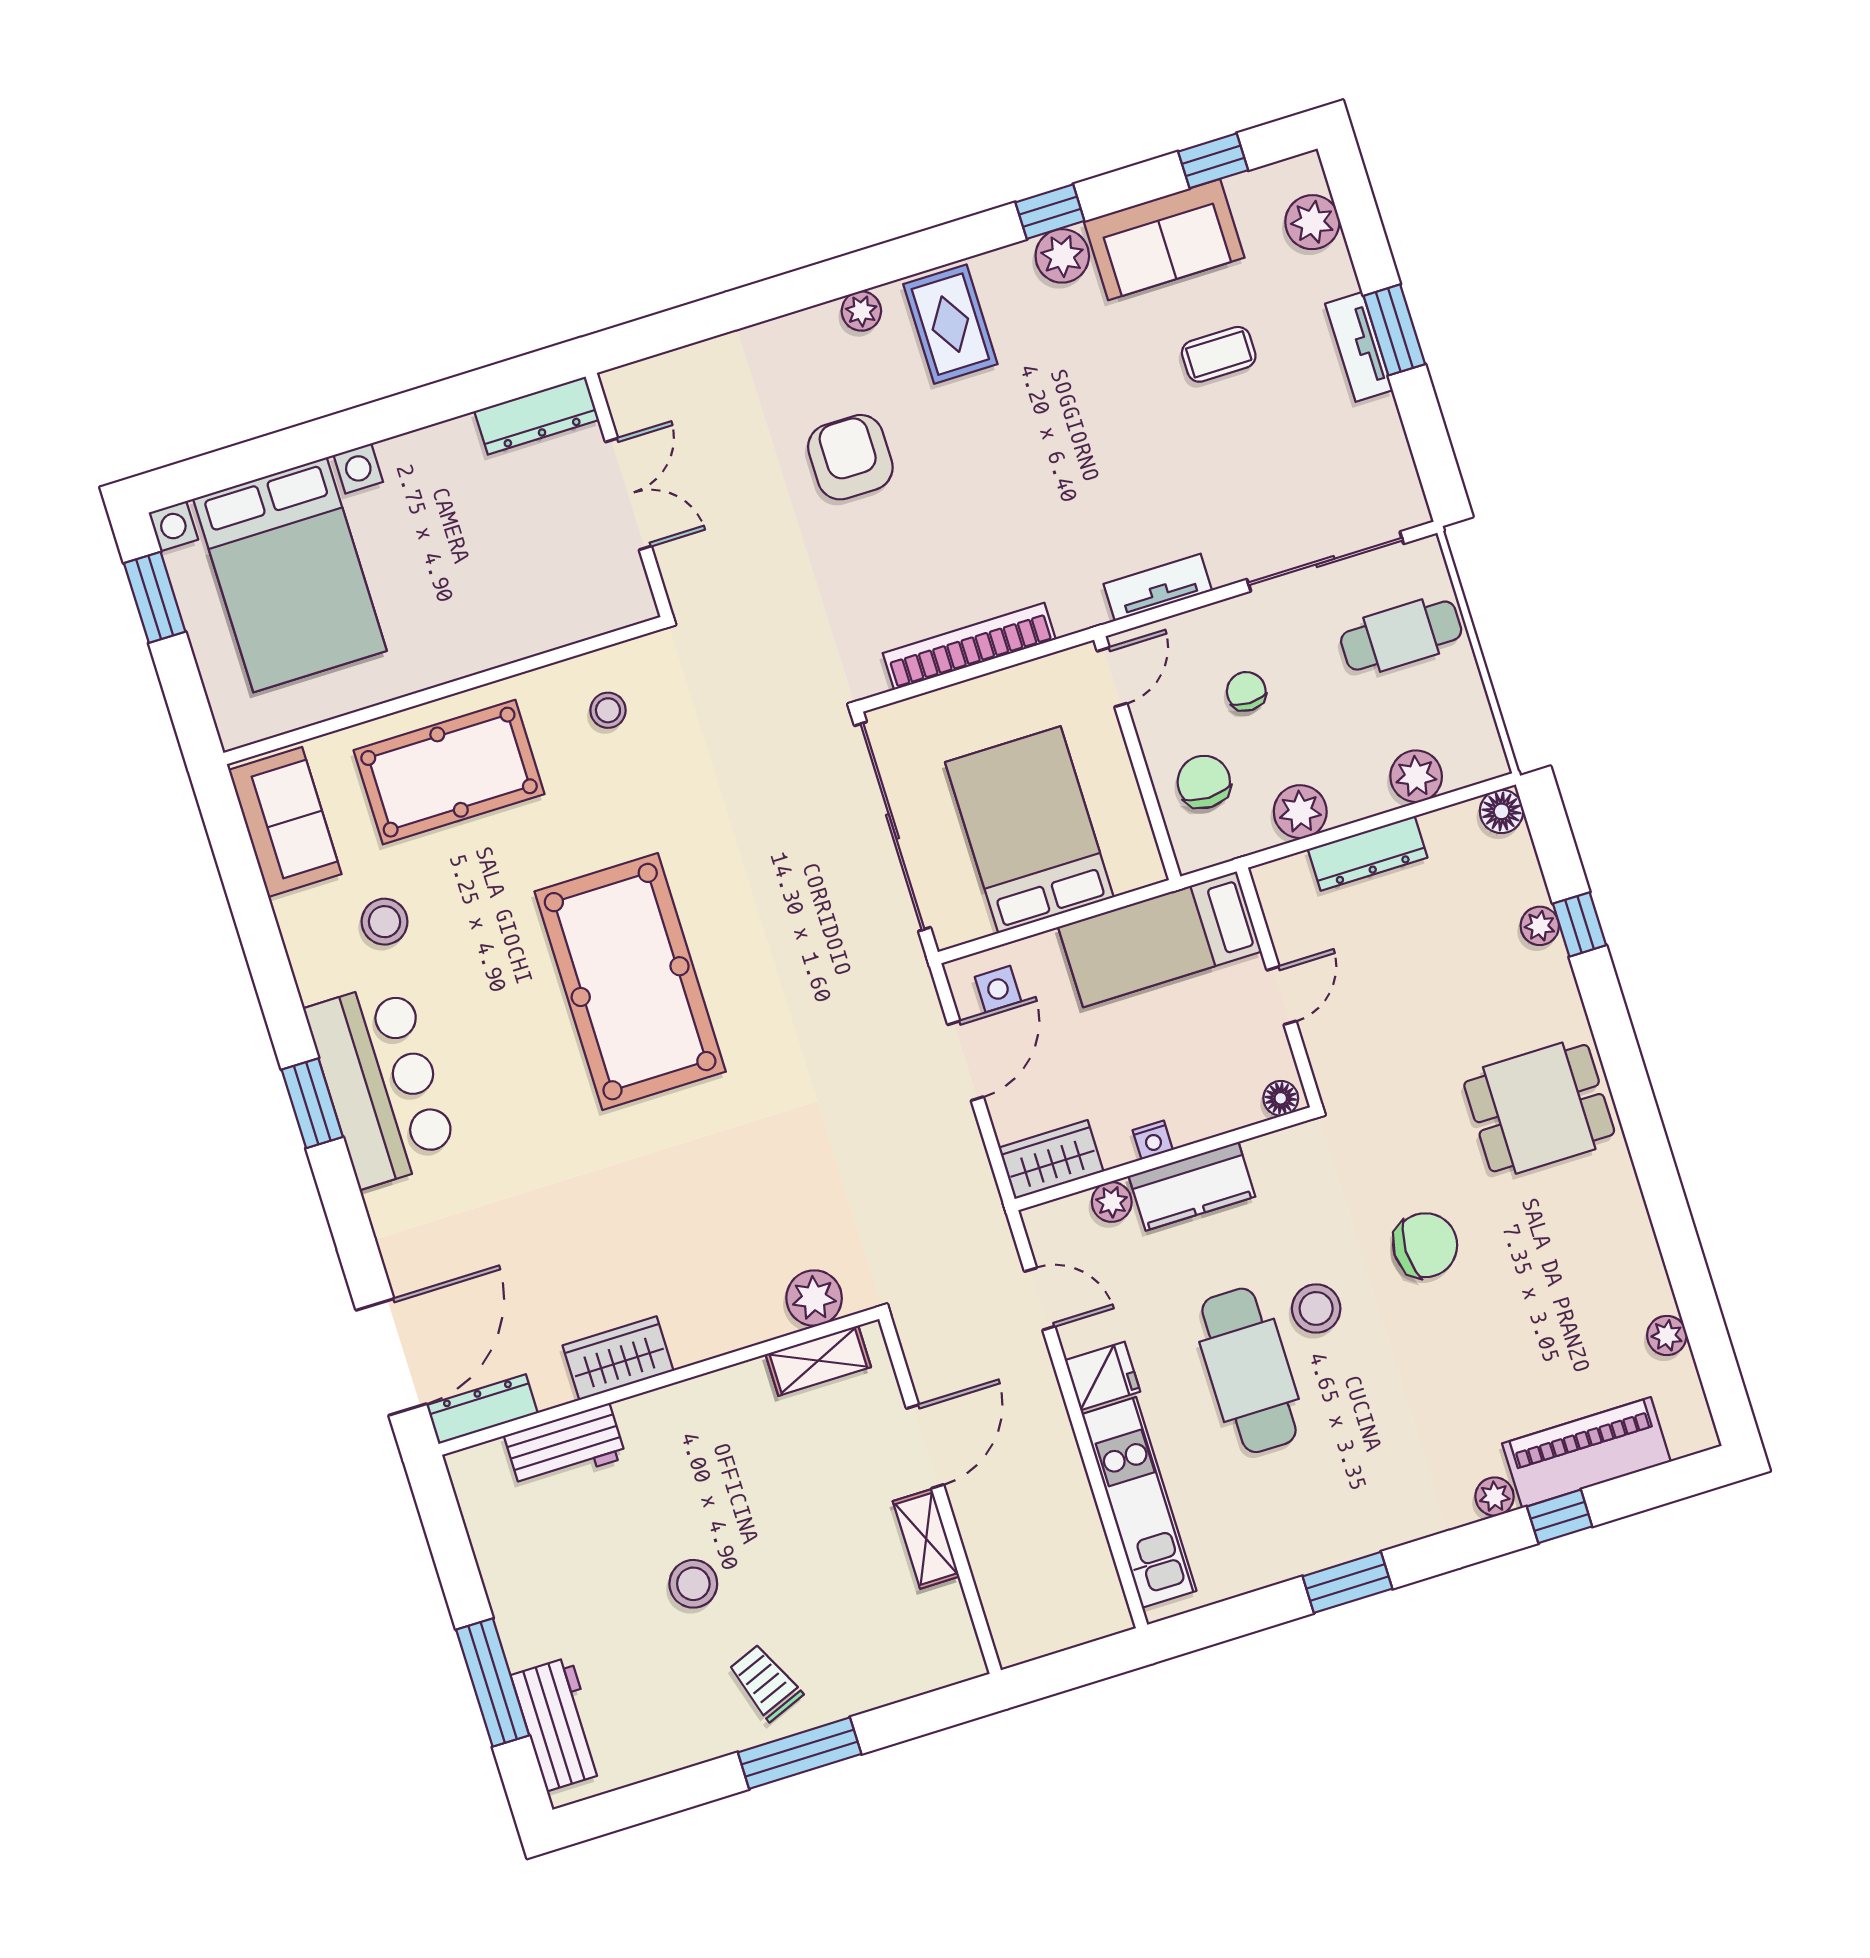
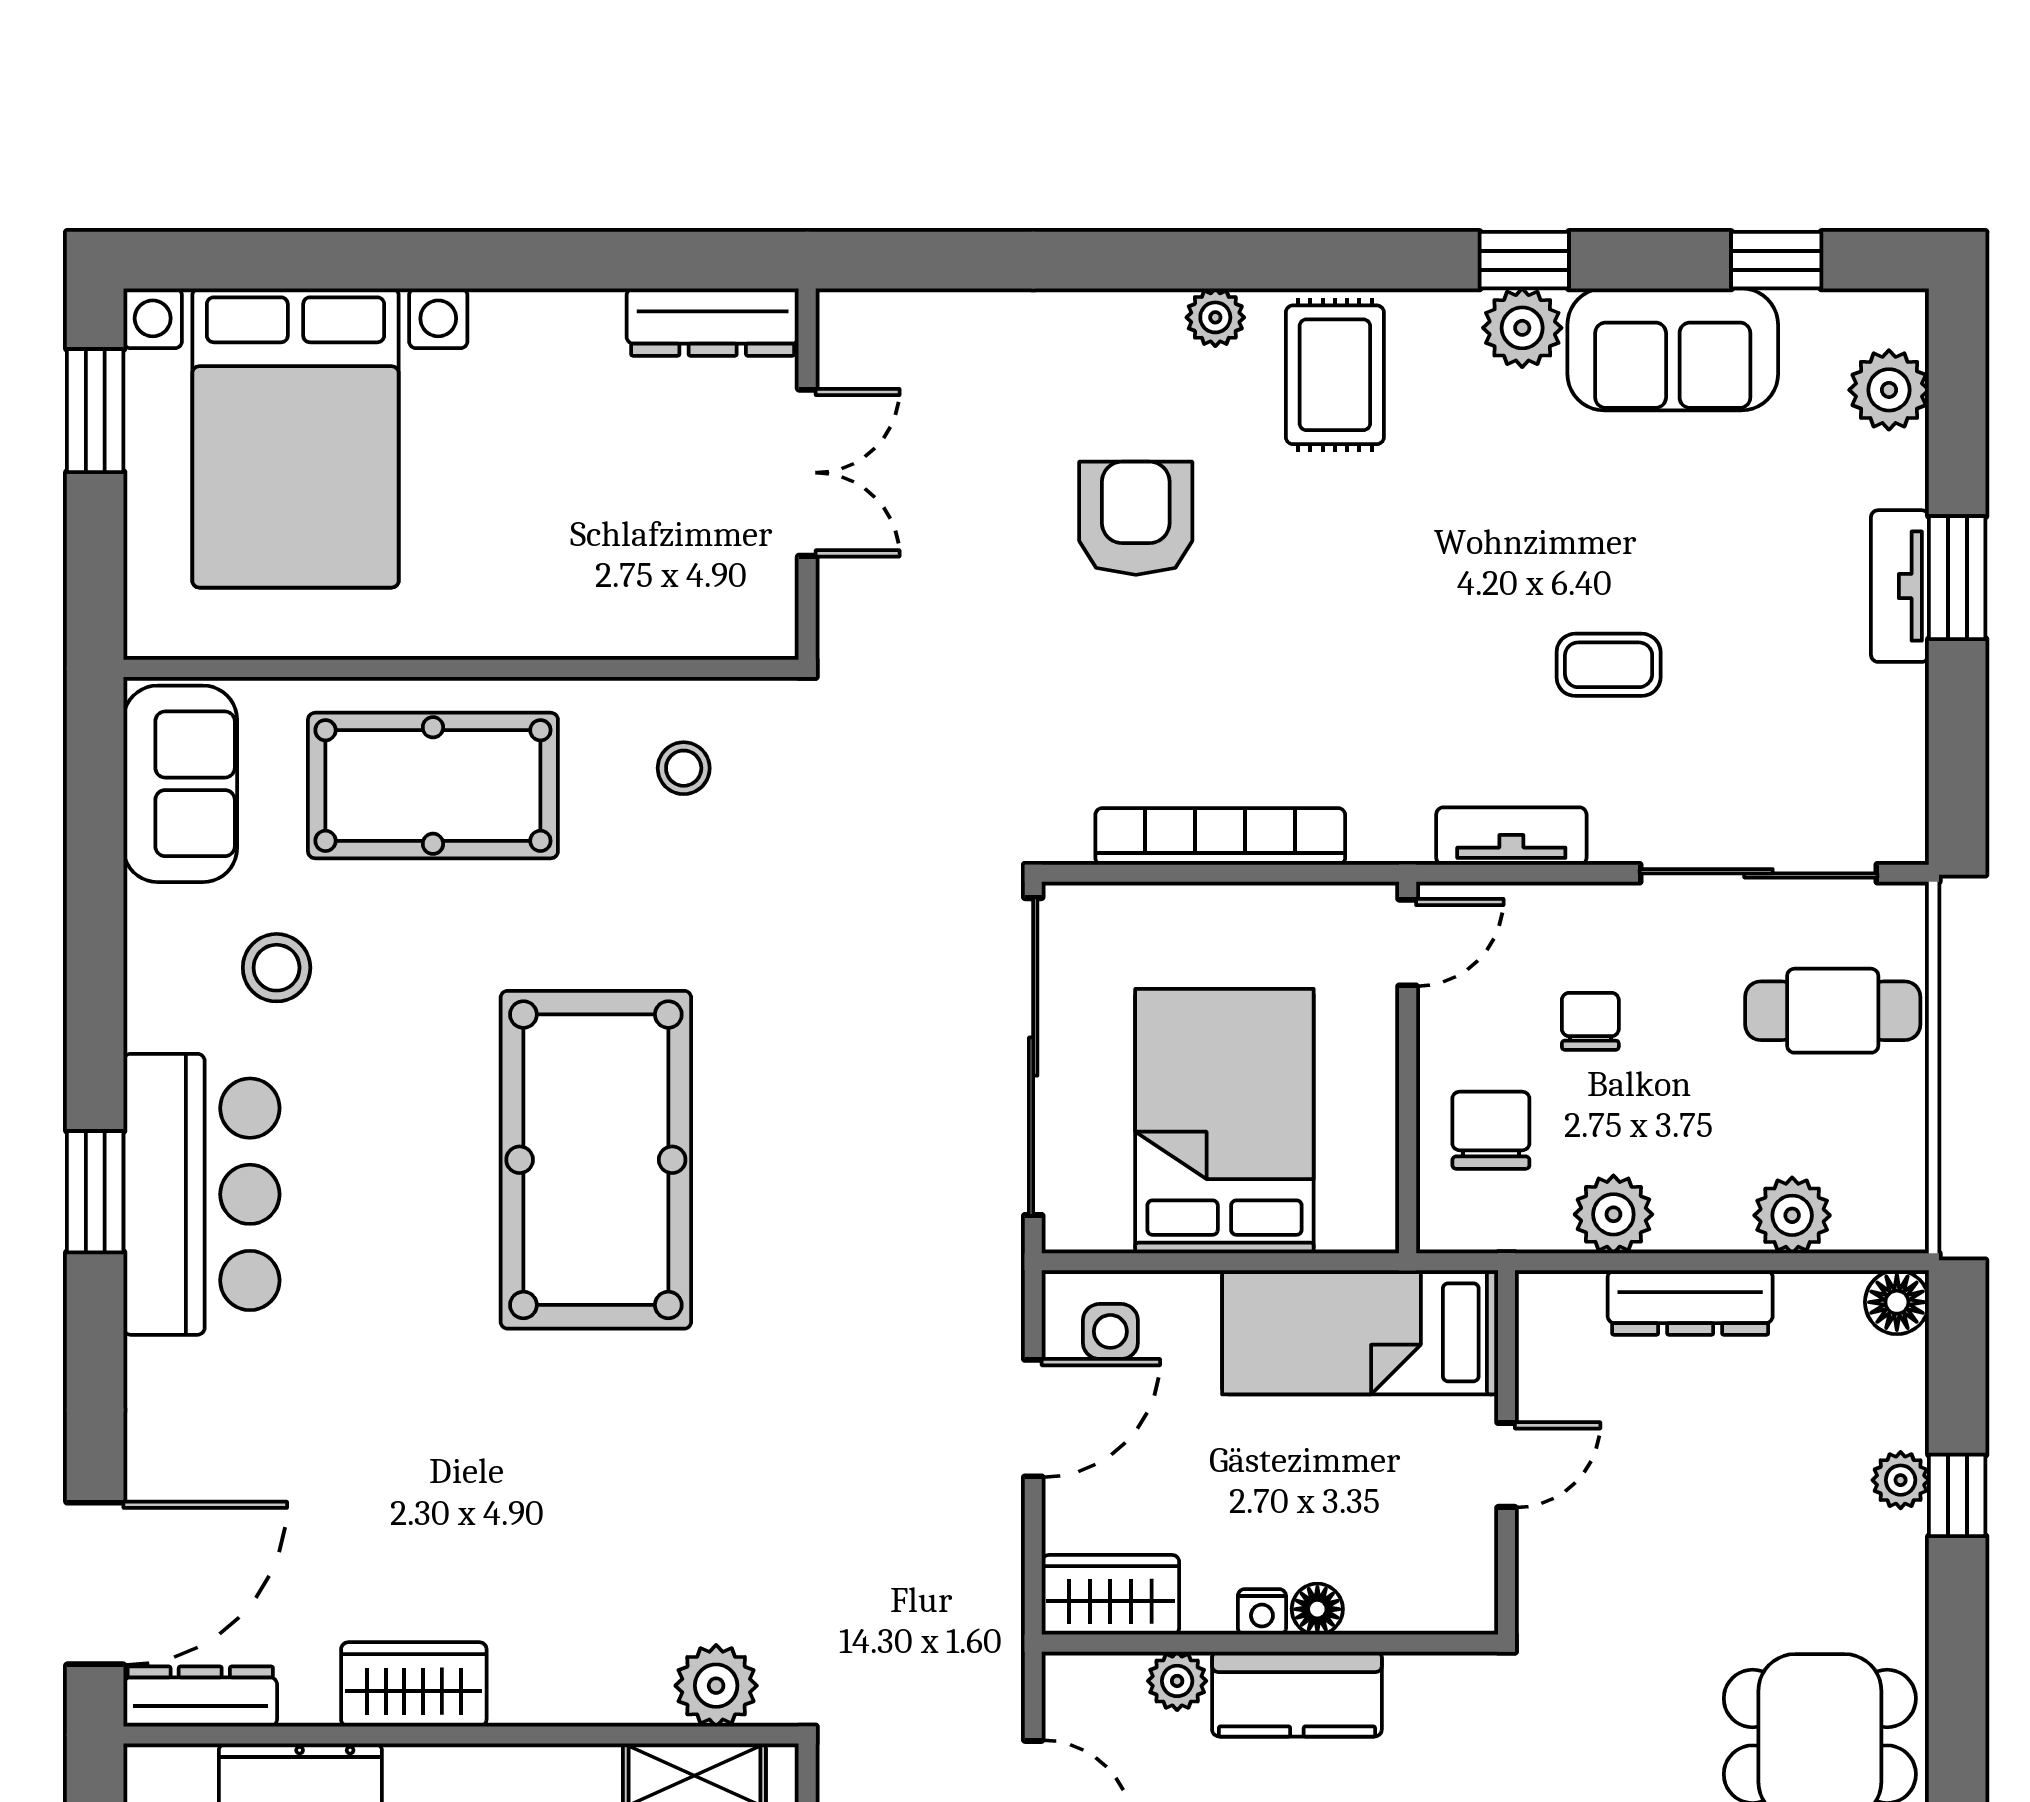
coffee table: (1219, 354) -> (1609, 665), moved
floor lamp: (1281, 1098) -> (1317, 1609), moved

